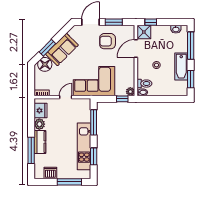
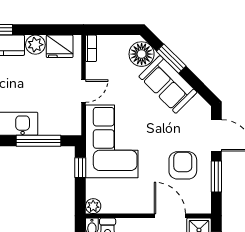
door: (66, 97) -> (84, 91), hinge flipped
window: (122, 99) -> (80, 168), moved

